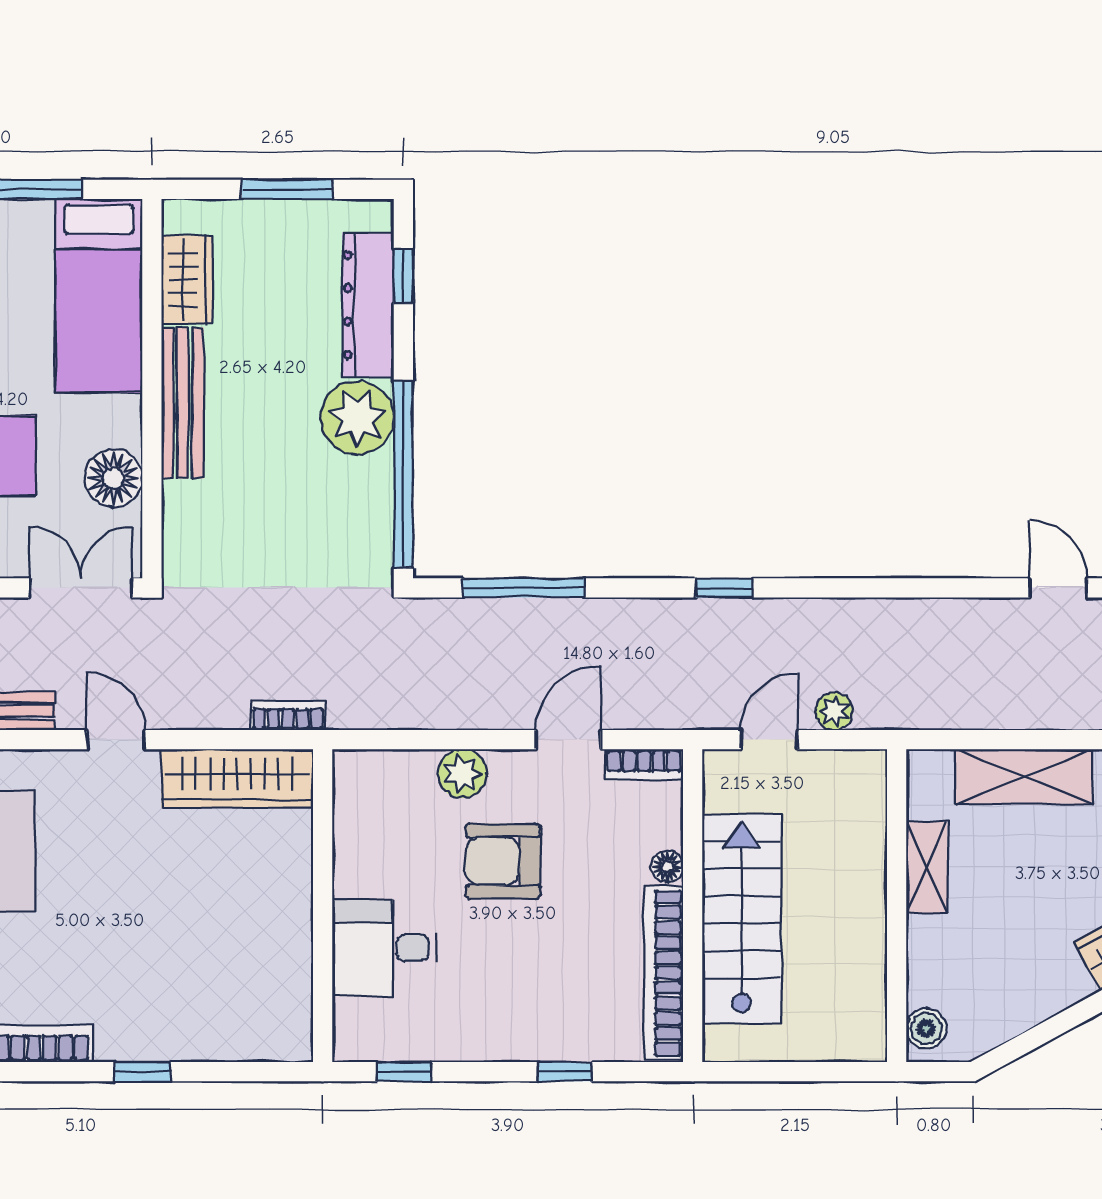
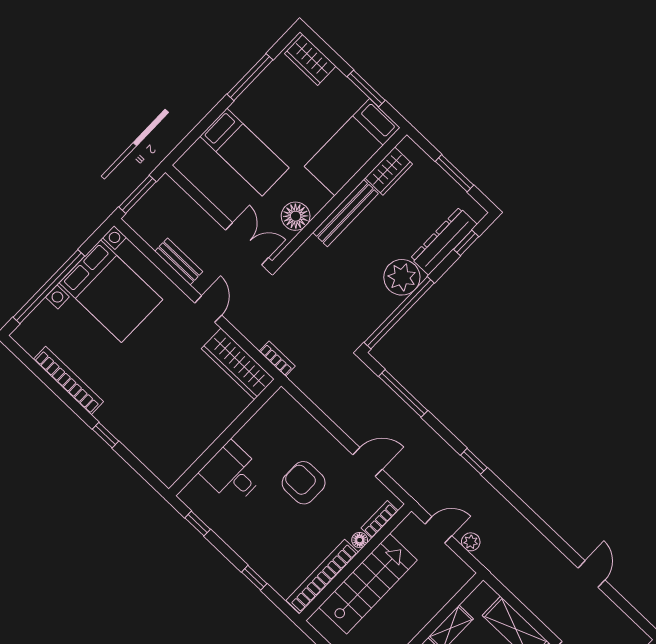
bookcase: (644, 765) -> (380, 519), moved, turned 90
plant: (462, 774) -> (319, 438), removed

